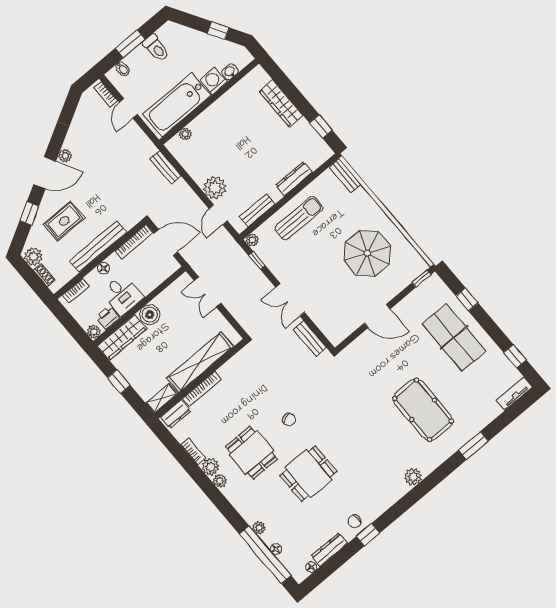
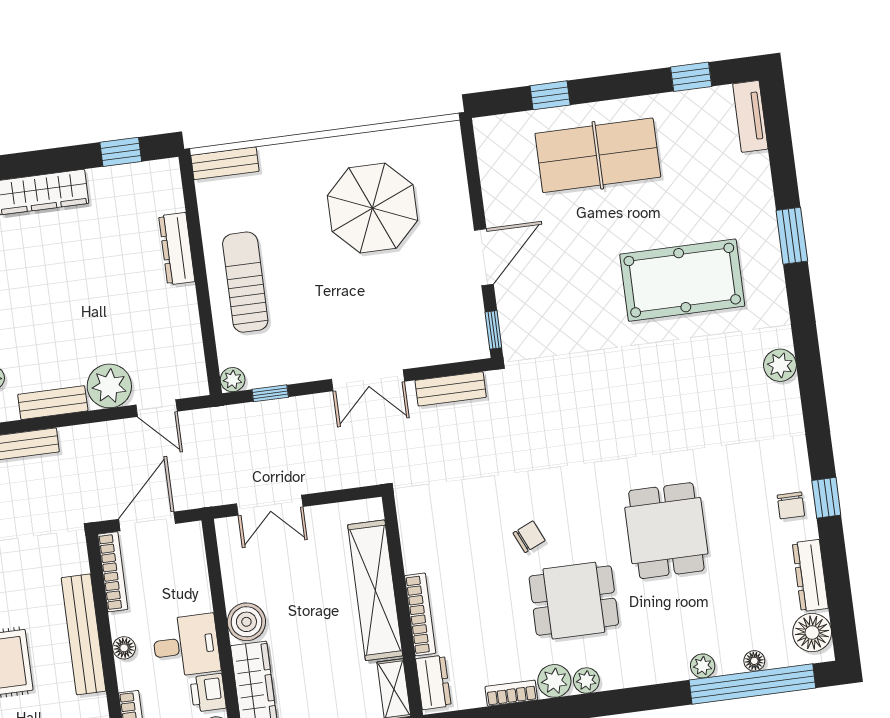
bench: (257, 210) -> (53, 403), moved, turned 90
window: (422, 278) -> (493, 330), moved
chair: (289, 420) -> (529, 537), moved
floor lamp: (311, 567) -> (812, 633), width x1.89, depth x1.89

